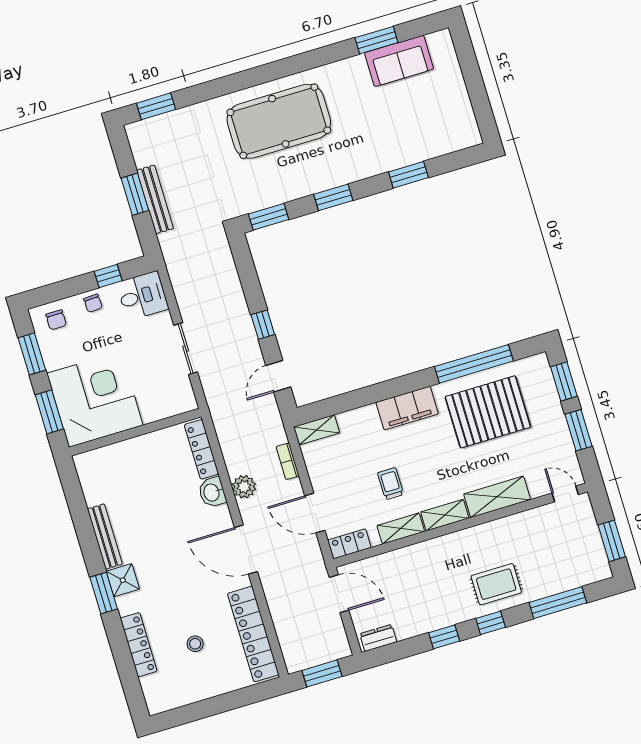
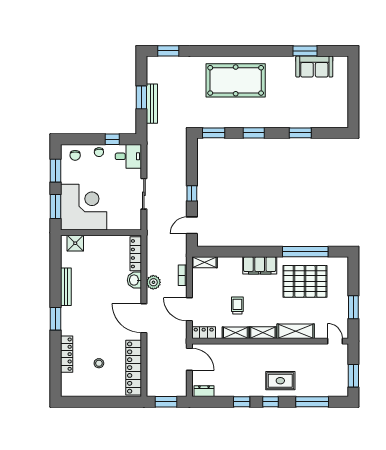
window: (564, 382) -> (353, 277), removed
shower: (123, 580) -> (75, 243), moved

